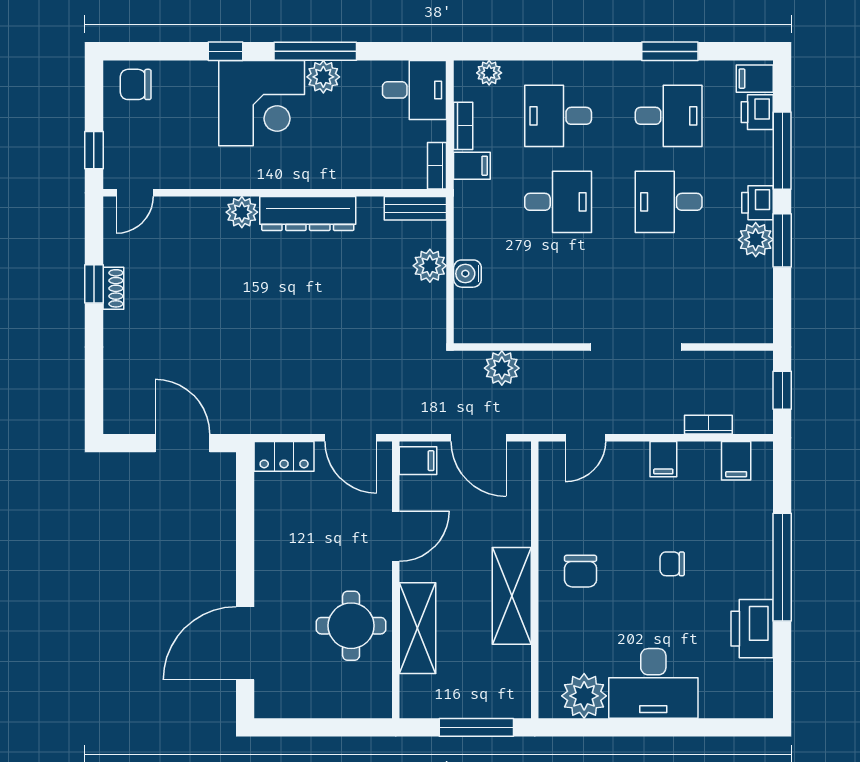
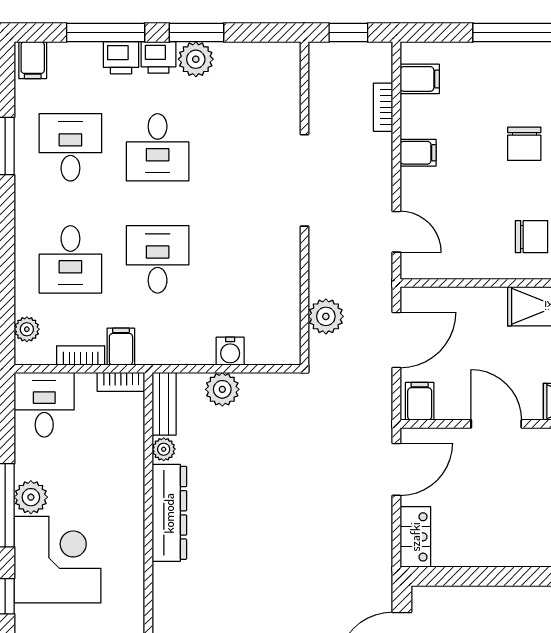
printer: (757, 112) -> (121, 58), moved
plant: (242, 212) -> (164, 449), moved, width x0.73, depth x0.73
chair: (672, 564) -> (524, 144), width x1.37, depth x1.37

